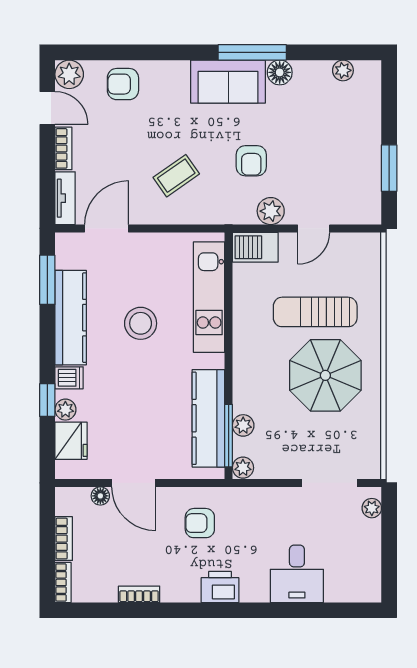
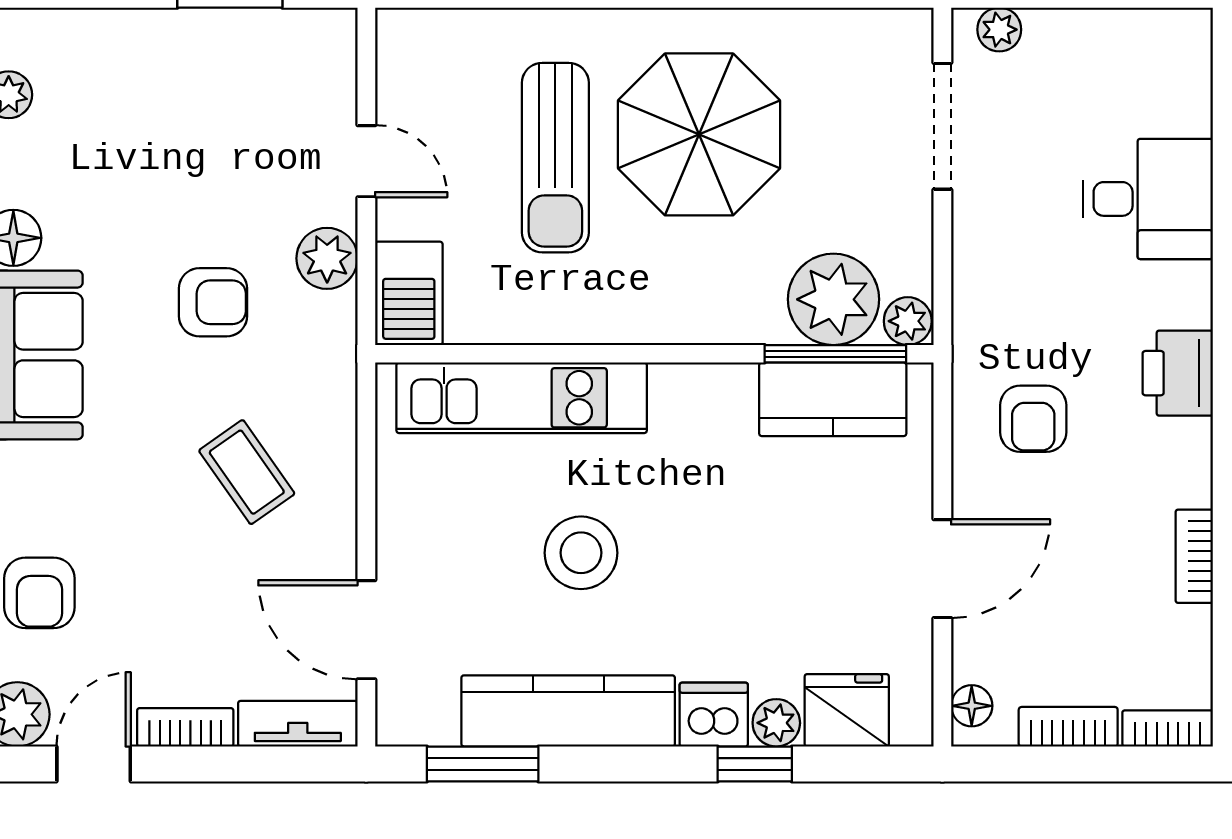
dishwasher: (69, 378) -> (714, 715), width x1.38
kitchen counter: (208, 418) -> (833, 399), width x0.67
plant: (243, 425) -> (833, 299), width x1.87, depth x1.87
floor lamp: (100, 496) -> (972, 706), moved

